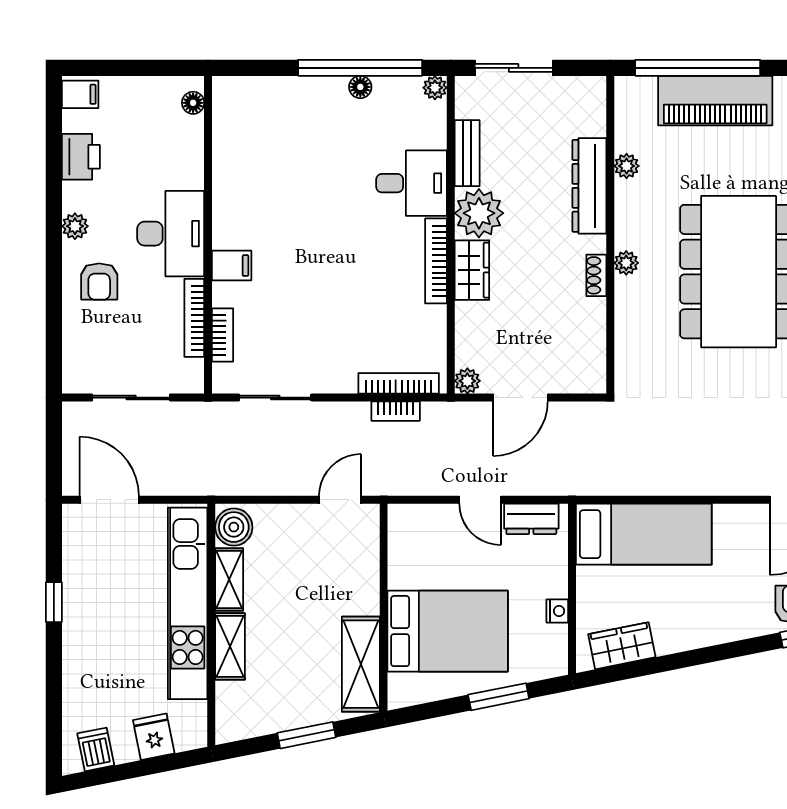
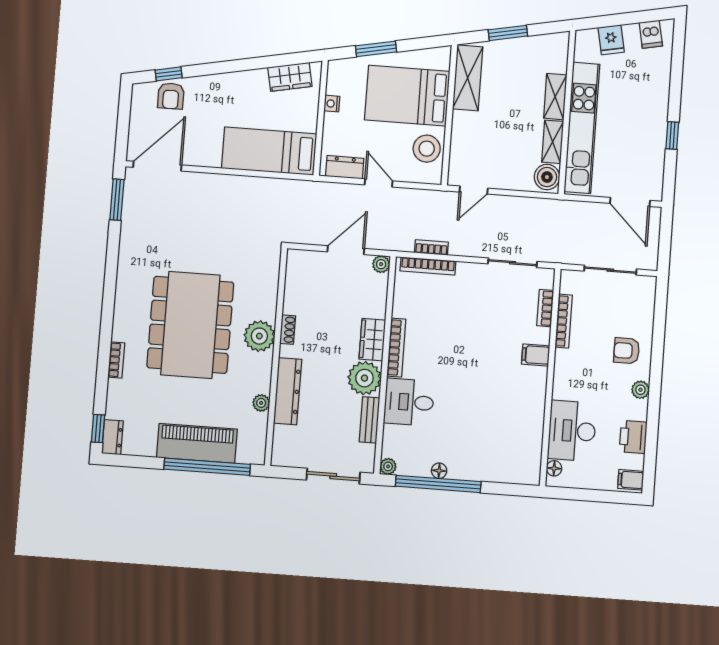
desk: (171, 234) -> (572, 431), moved
plant: (626, 263) -> (259, 336), width x1.88, depth x1.88
armchair: (99, 282) -> (627, 351), turned -90
stool: (413, 555) -> (427, 149), added

